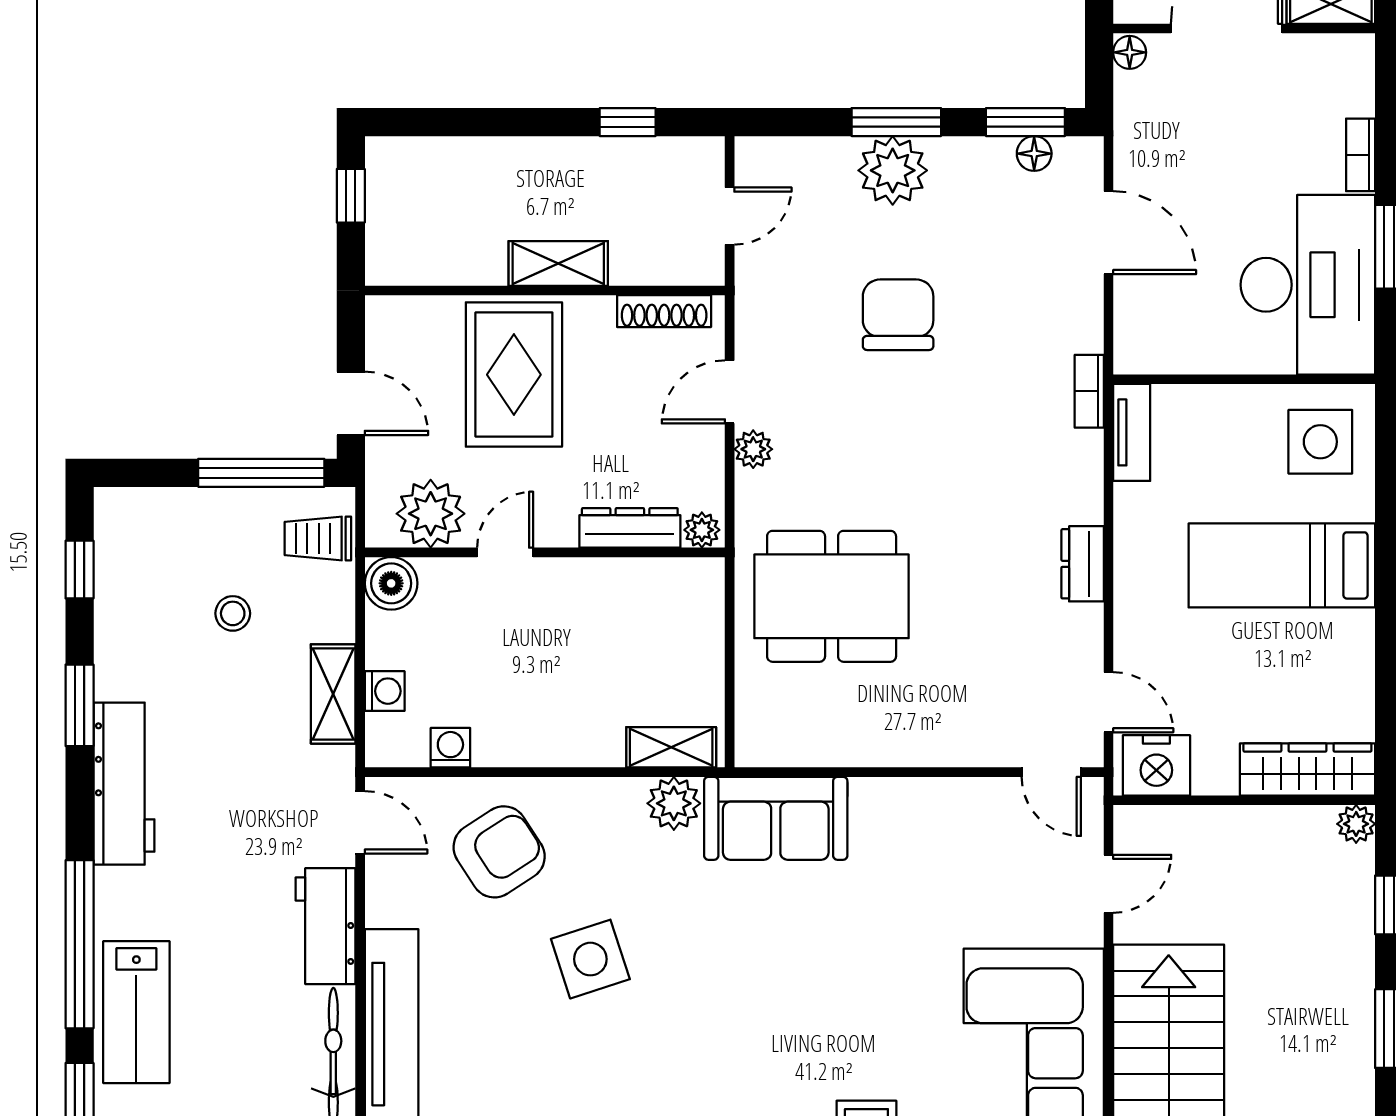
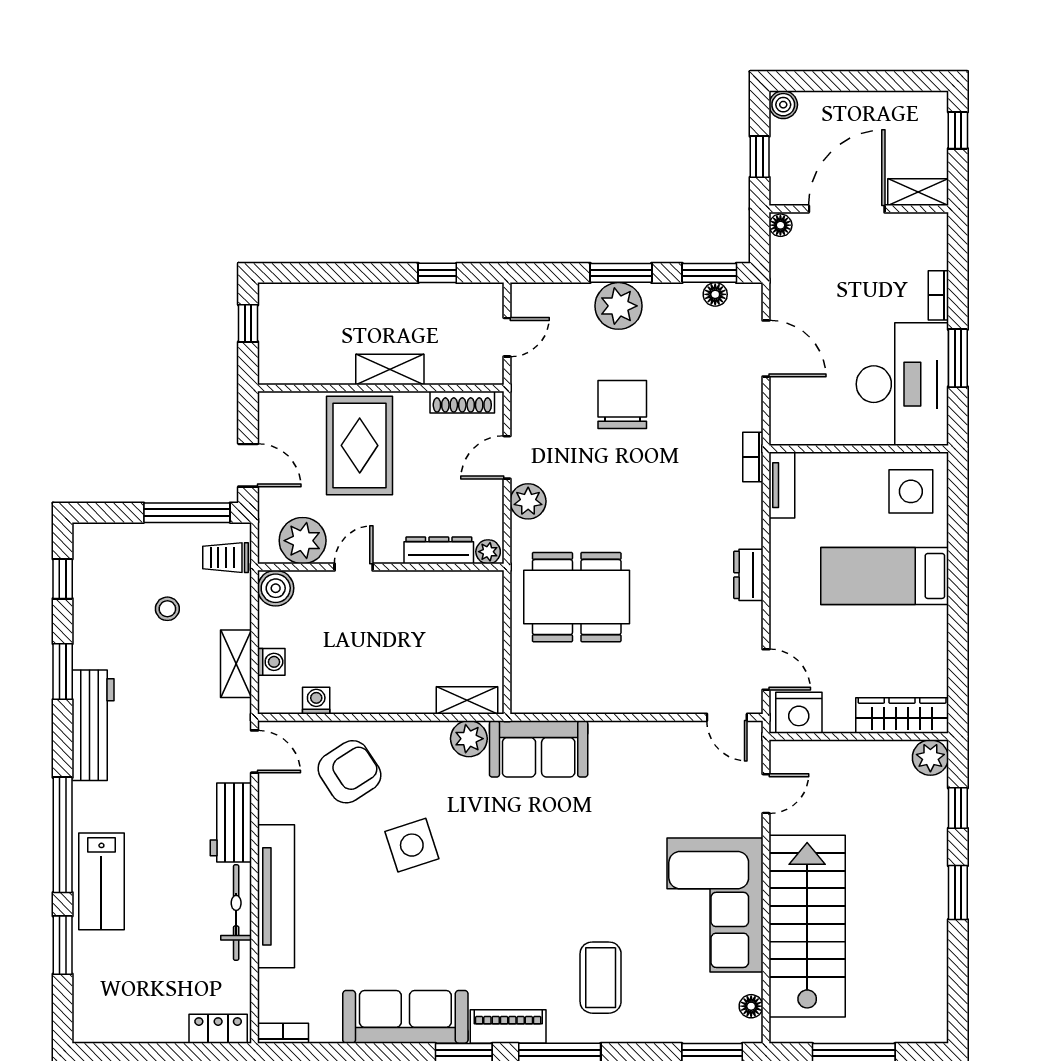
plant: (753, 449) -> (528, 501), width x1.38, depth x1.38
plant: (1356, 824) -> (930, 758), width x1.38, depth x1.38

